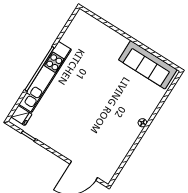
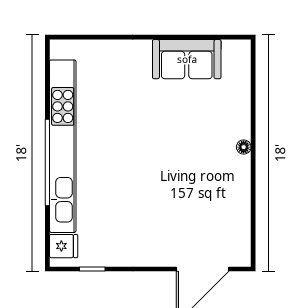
sofa: (148, 65) -> (187, 59), width x0.73
kitchen unit: (45, 77) -> (63, 146), width x1.36

